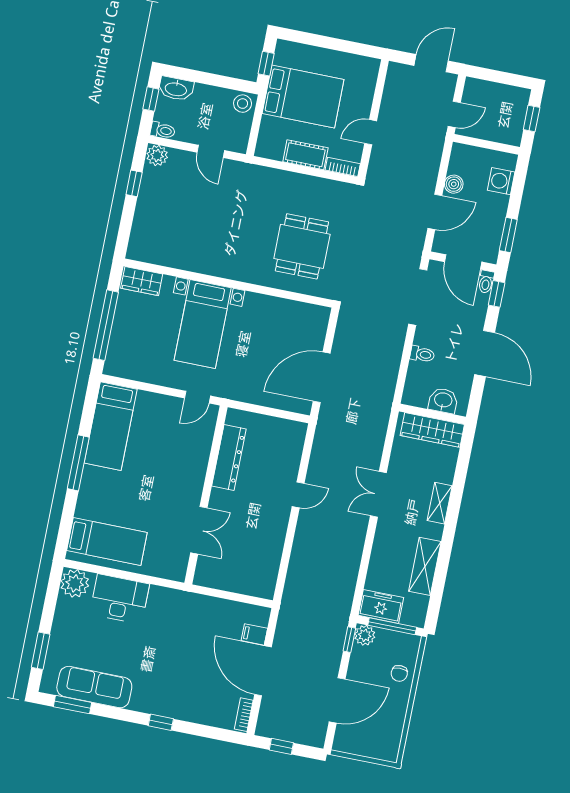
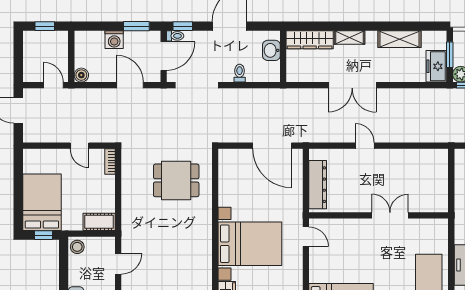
bed: (303, 96) -> (42, 202), moved
cot: (305, 155) -> (99, 222), moved, turned 90
washing machine: (501, 181) -> (114, 40), moved
boiler: (454, 184) -> (81, 75), moved
bed with nightstands: (203, 324) -> (250, 244), width x1.36
wardrobe: (432, 430) -> (310, 40), moved, turned 90
dresser: (229, 457) -> (318, 185), moved, turned 90
double door: (378, 494) -> (352, 85), width x1.37
double door: (199, 530) -> (390, 215), moved
window: (392, 626) -> (450, 55), width x0.69

